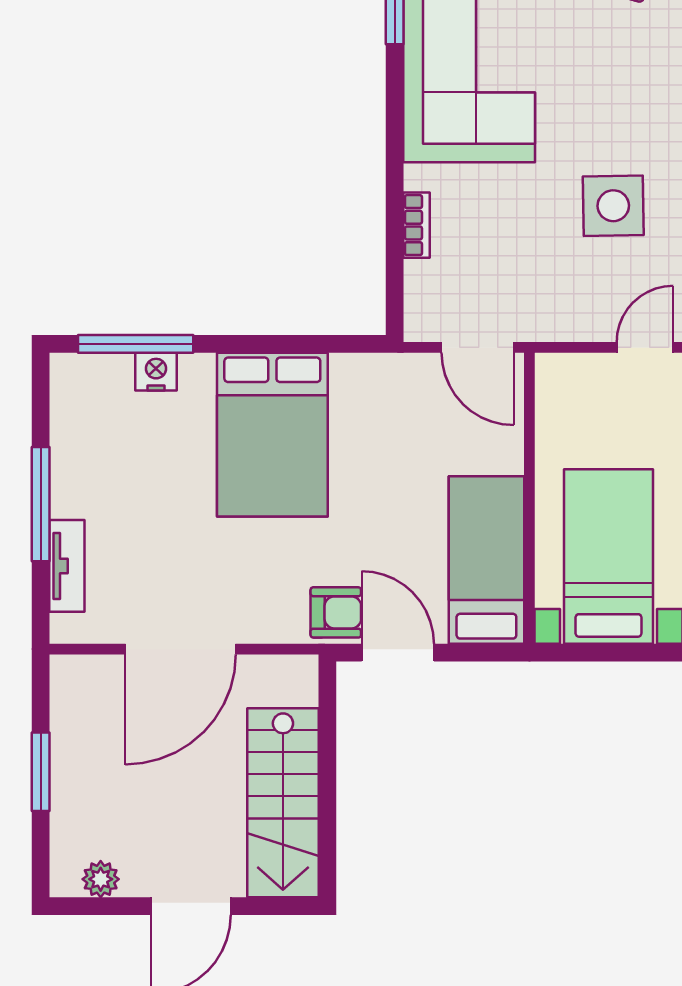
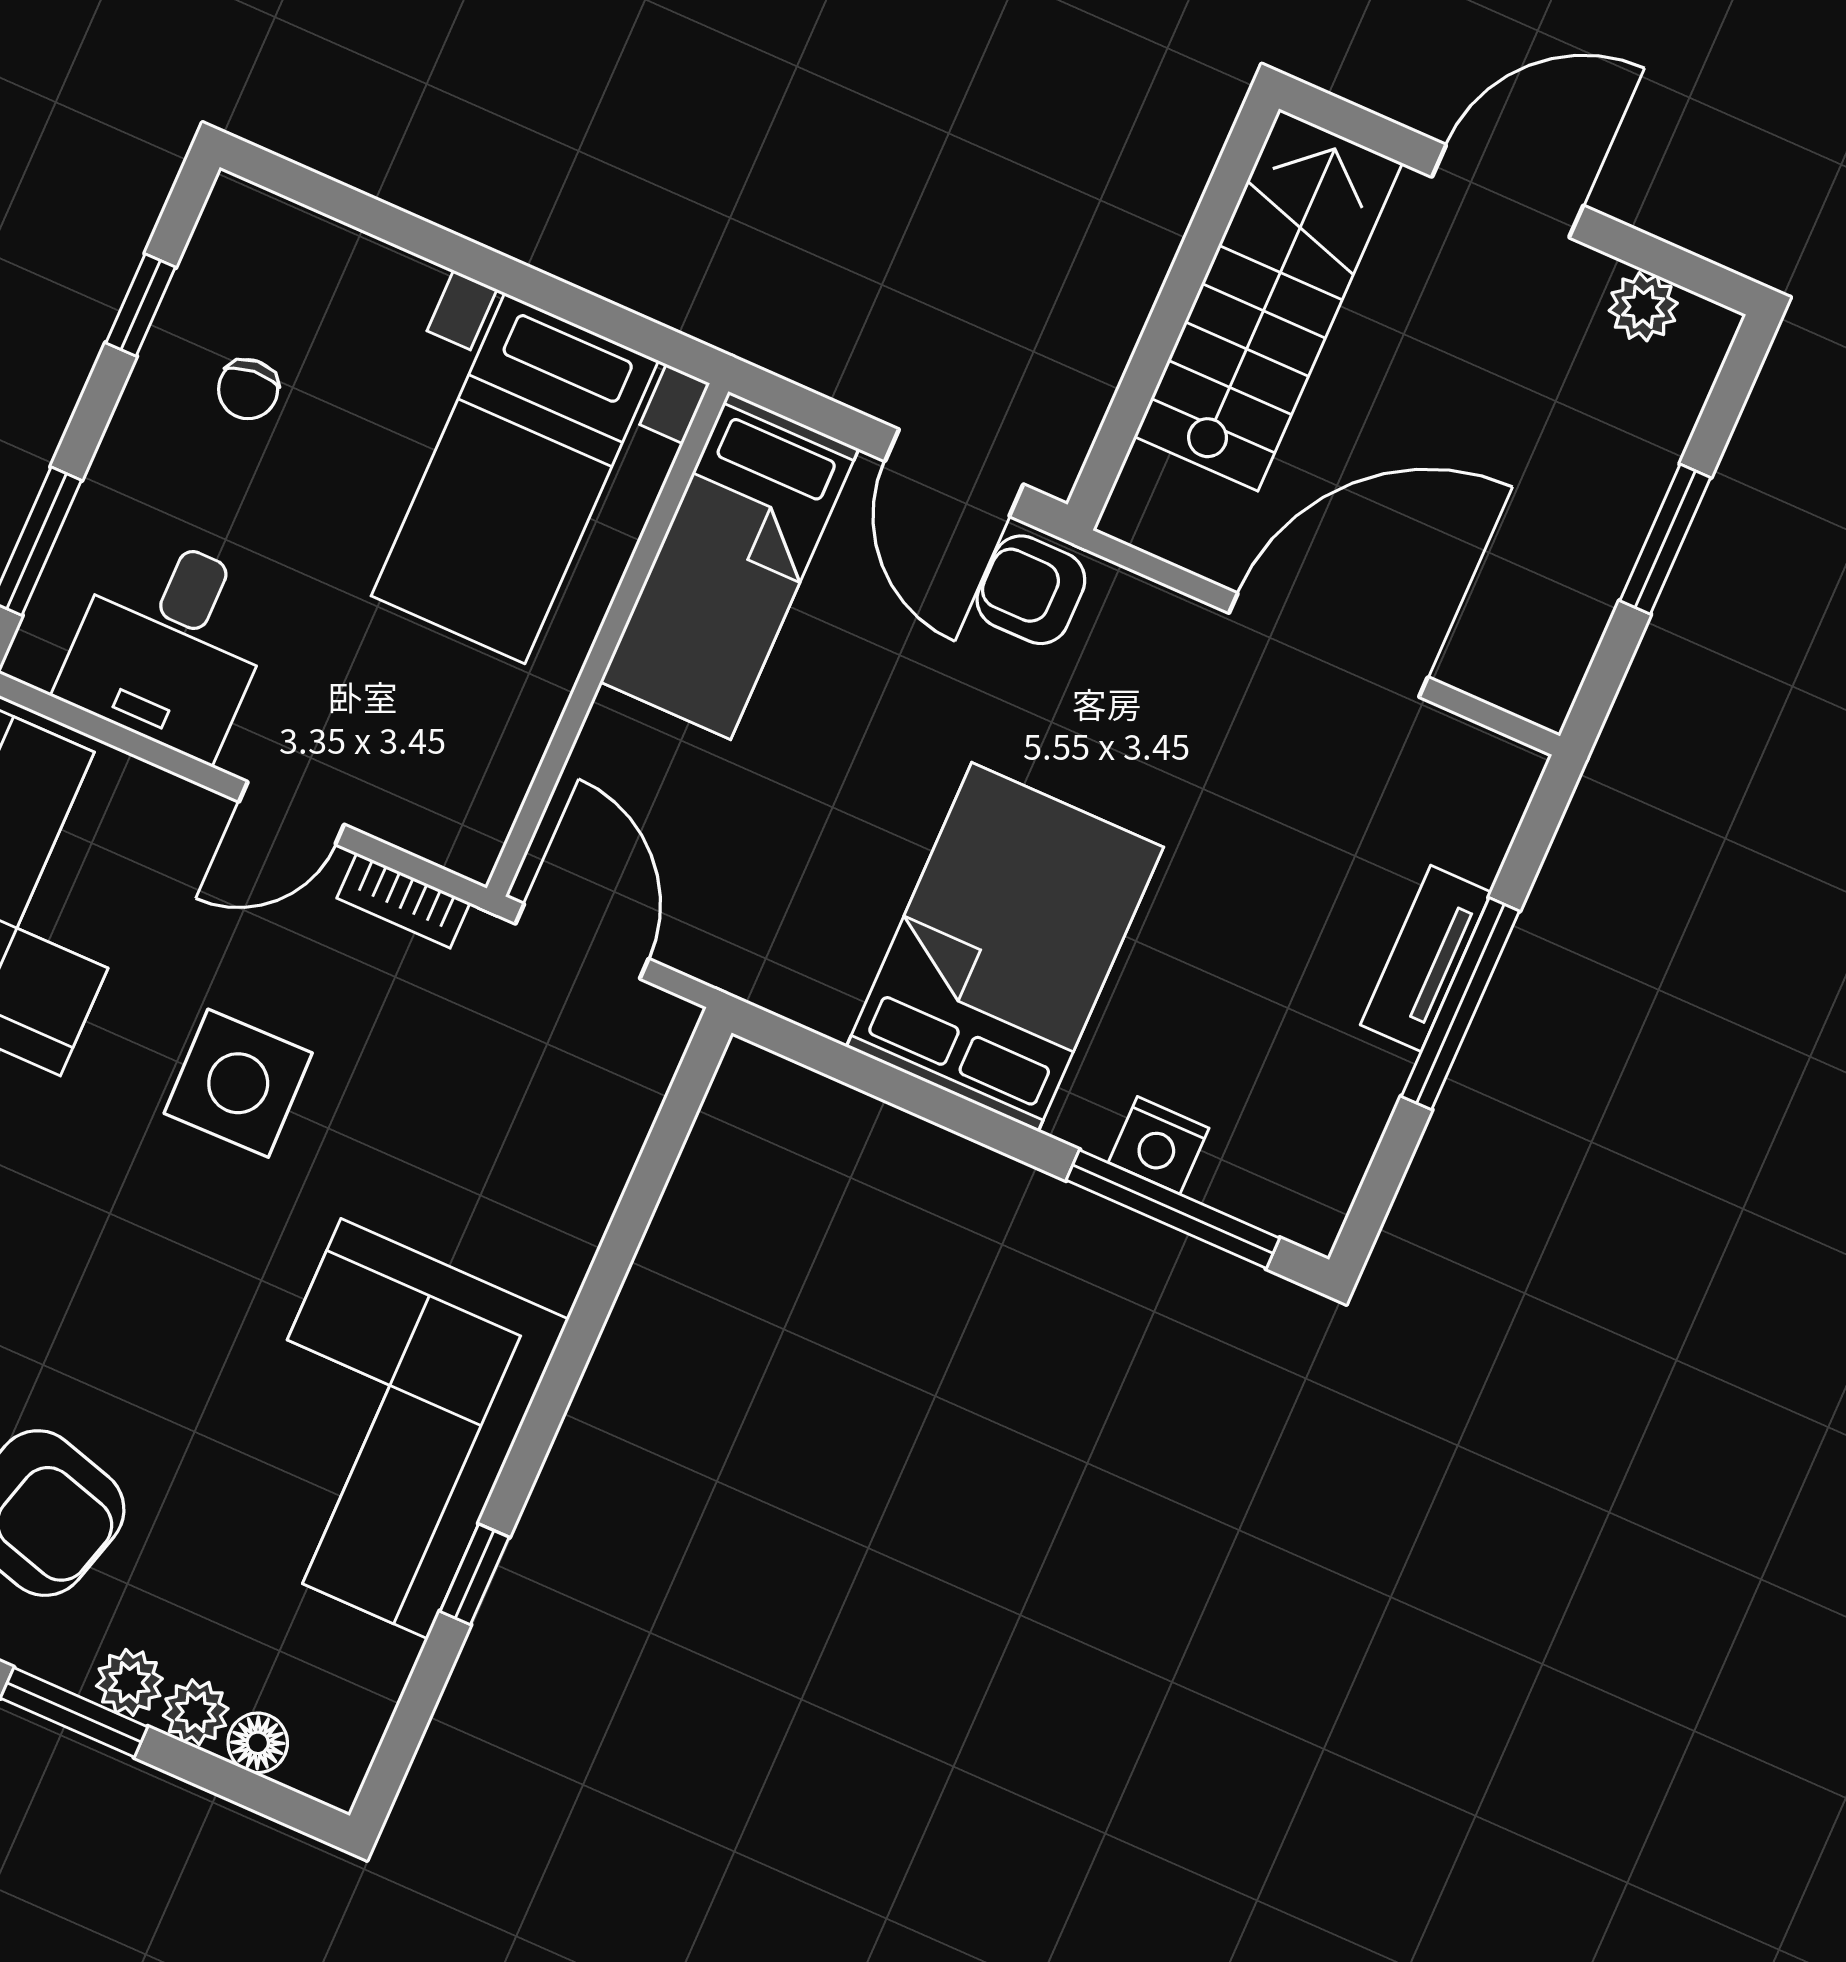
bookcase: (417, 225) -> (403, 901), moved, turned -90
tv unit: (67, 566) -> (1426, 958), moved

